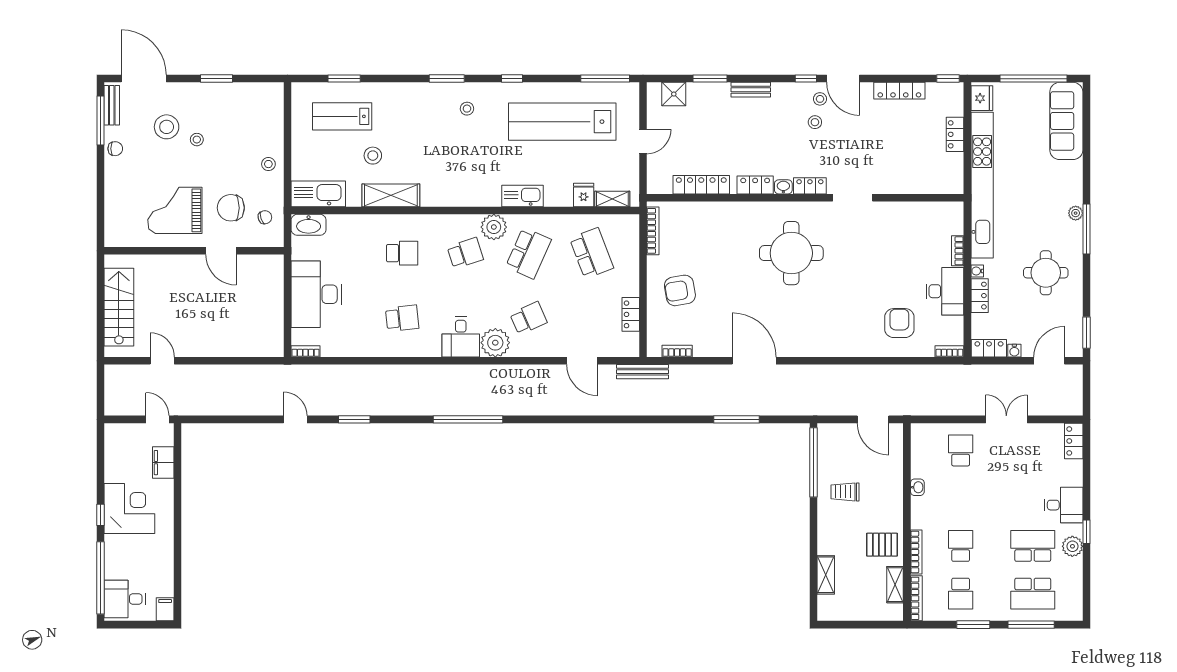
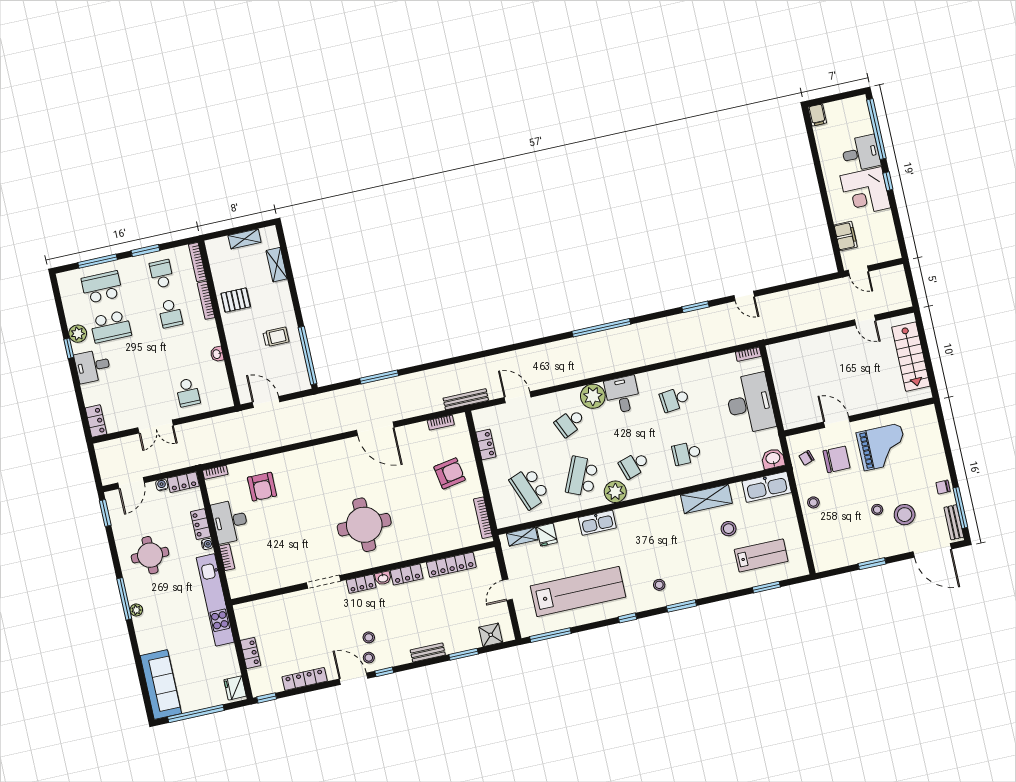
kitchen unit: (982, 185) -> (215, 600), width x0.73
washbasin: (309, 225) -> (773, 459), width x0.72
shelving: (895, 585) -> (245, 239), moved, turned 90
desk: (125, 599) -> (861, 153), moved

